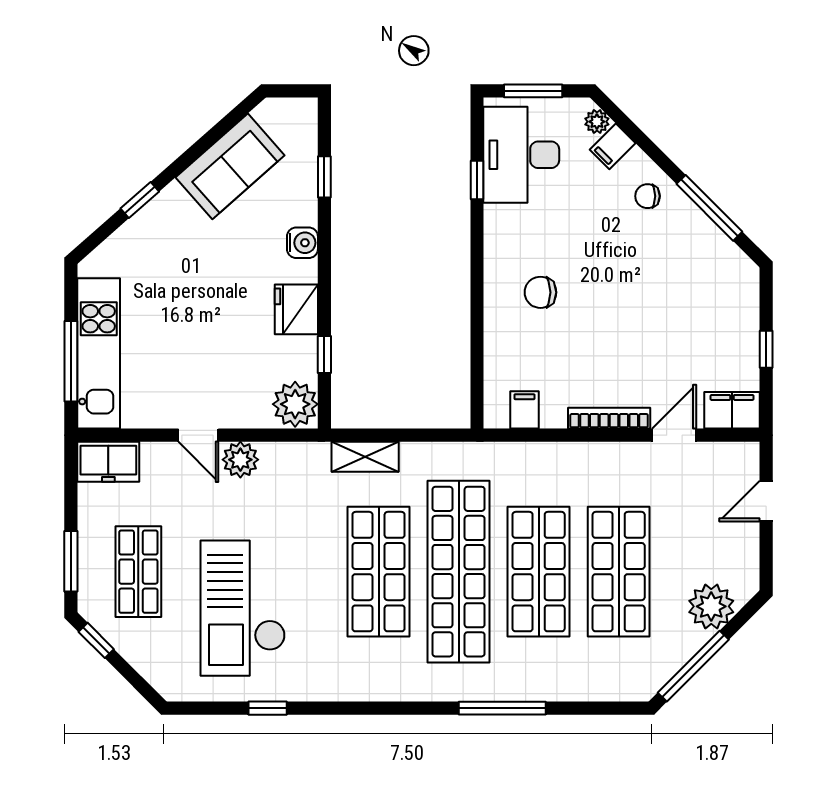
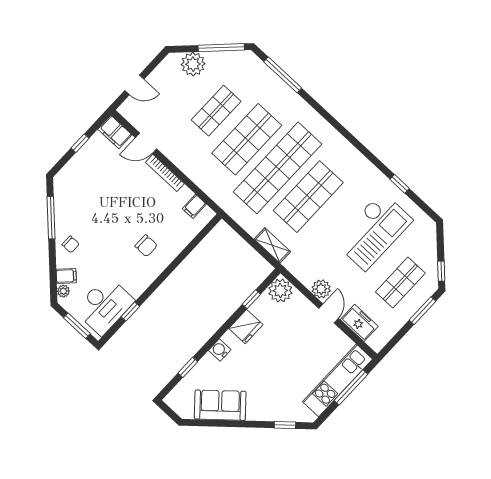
window: (140, 200) -> (285, 425), moved
freezer: (108, 462) -> (359, 323), moved
shop shelf: (619, 572) -> (216, 111), width x0.70, depth x0.74
window: (502, 708) -> (283, 75), moved

